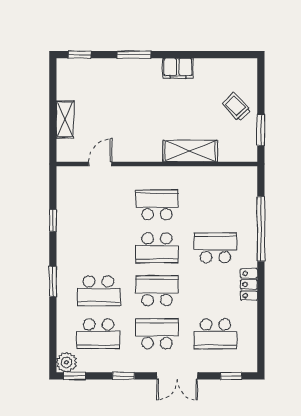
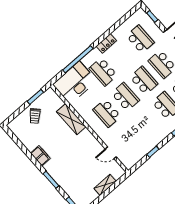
desk: (234, 198) -> (75, 83), added
school desk: (157, 291) -> (144, 81), turned 180

